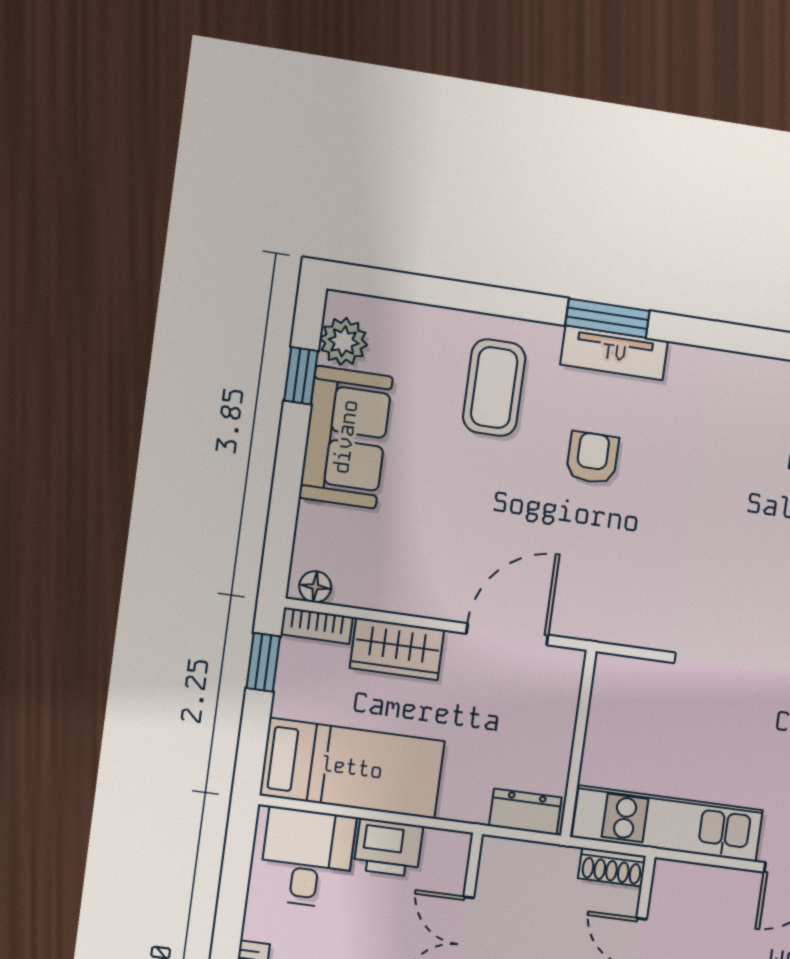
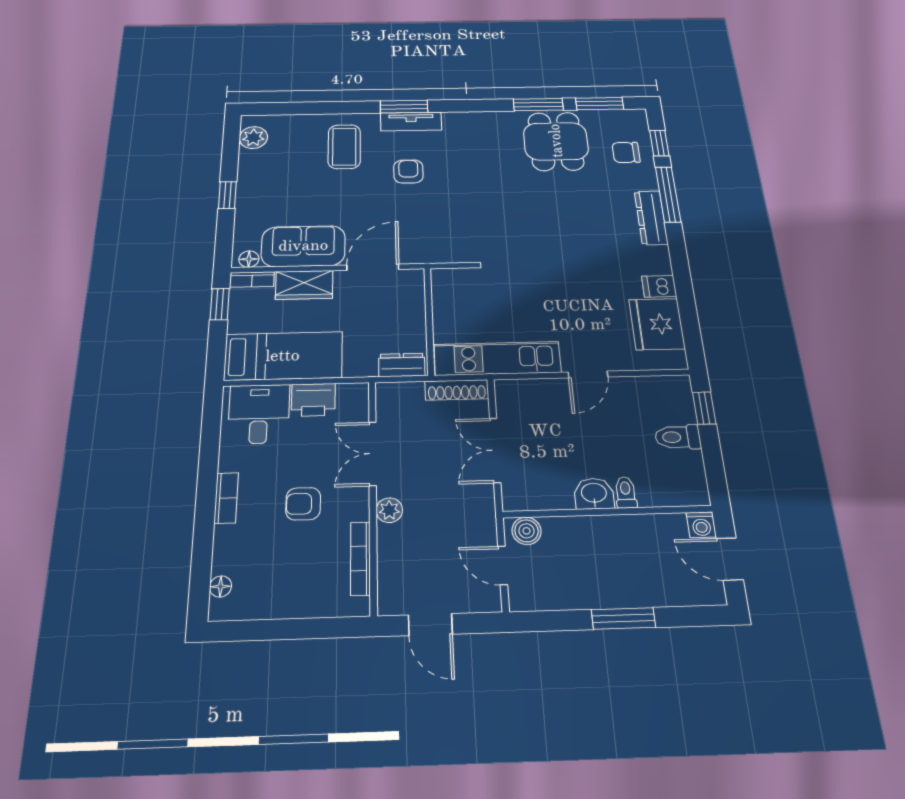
window: (301, 376) -> (227, 195), moved
sofa: (346, 437) -> (303, 246), moved, turned -90
shoe rack: (612, 867) -> (457, 390), width x1.43

